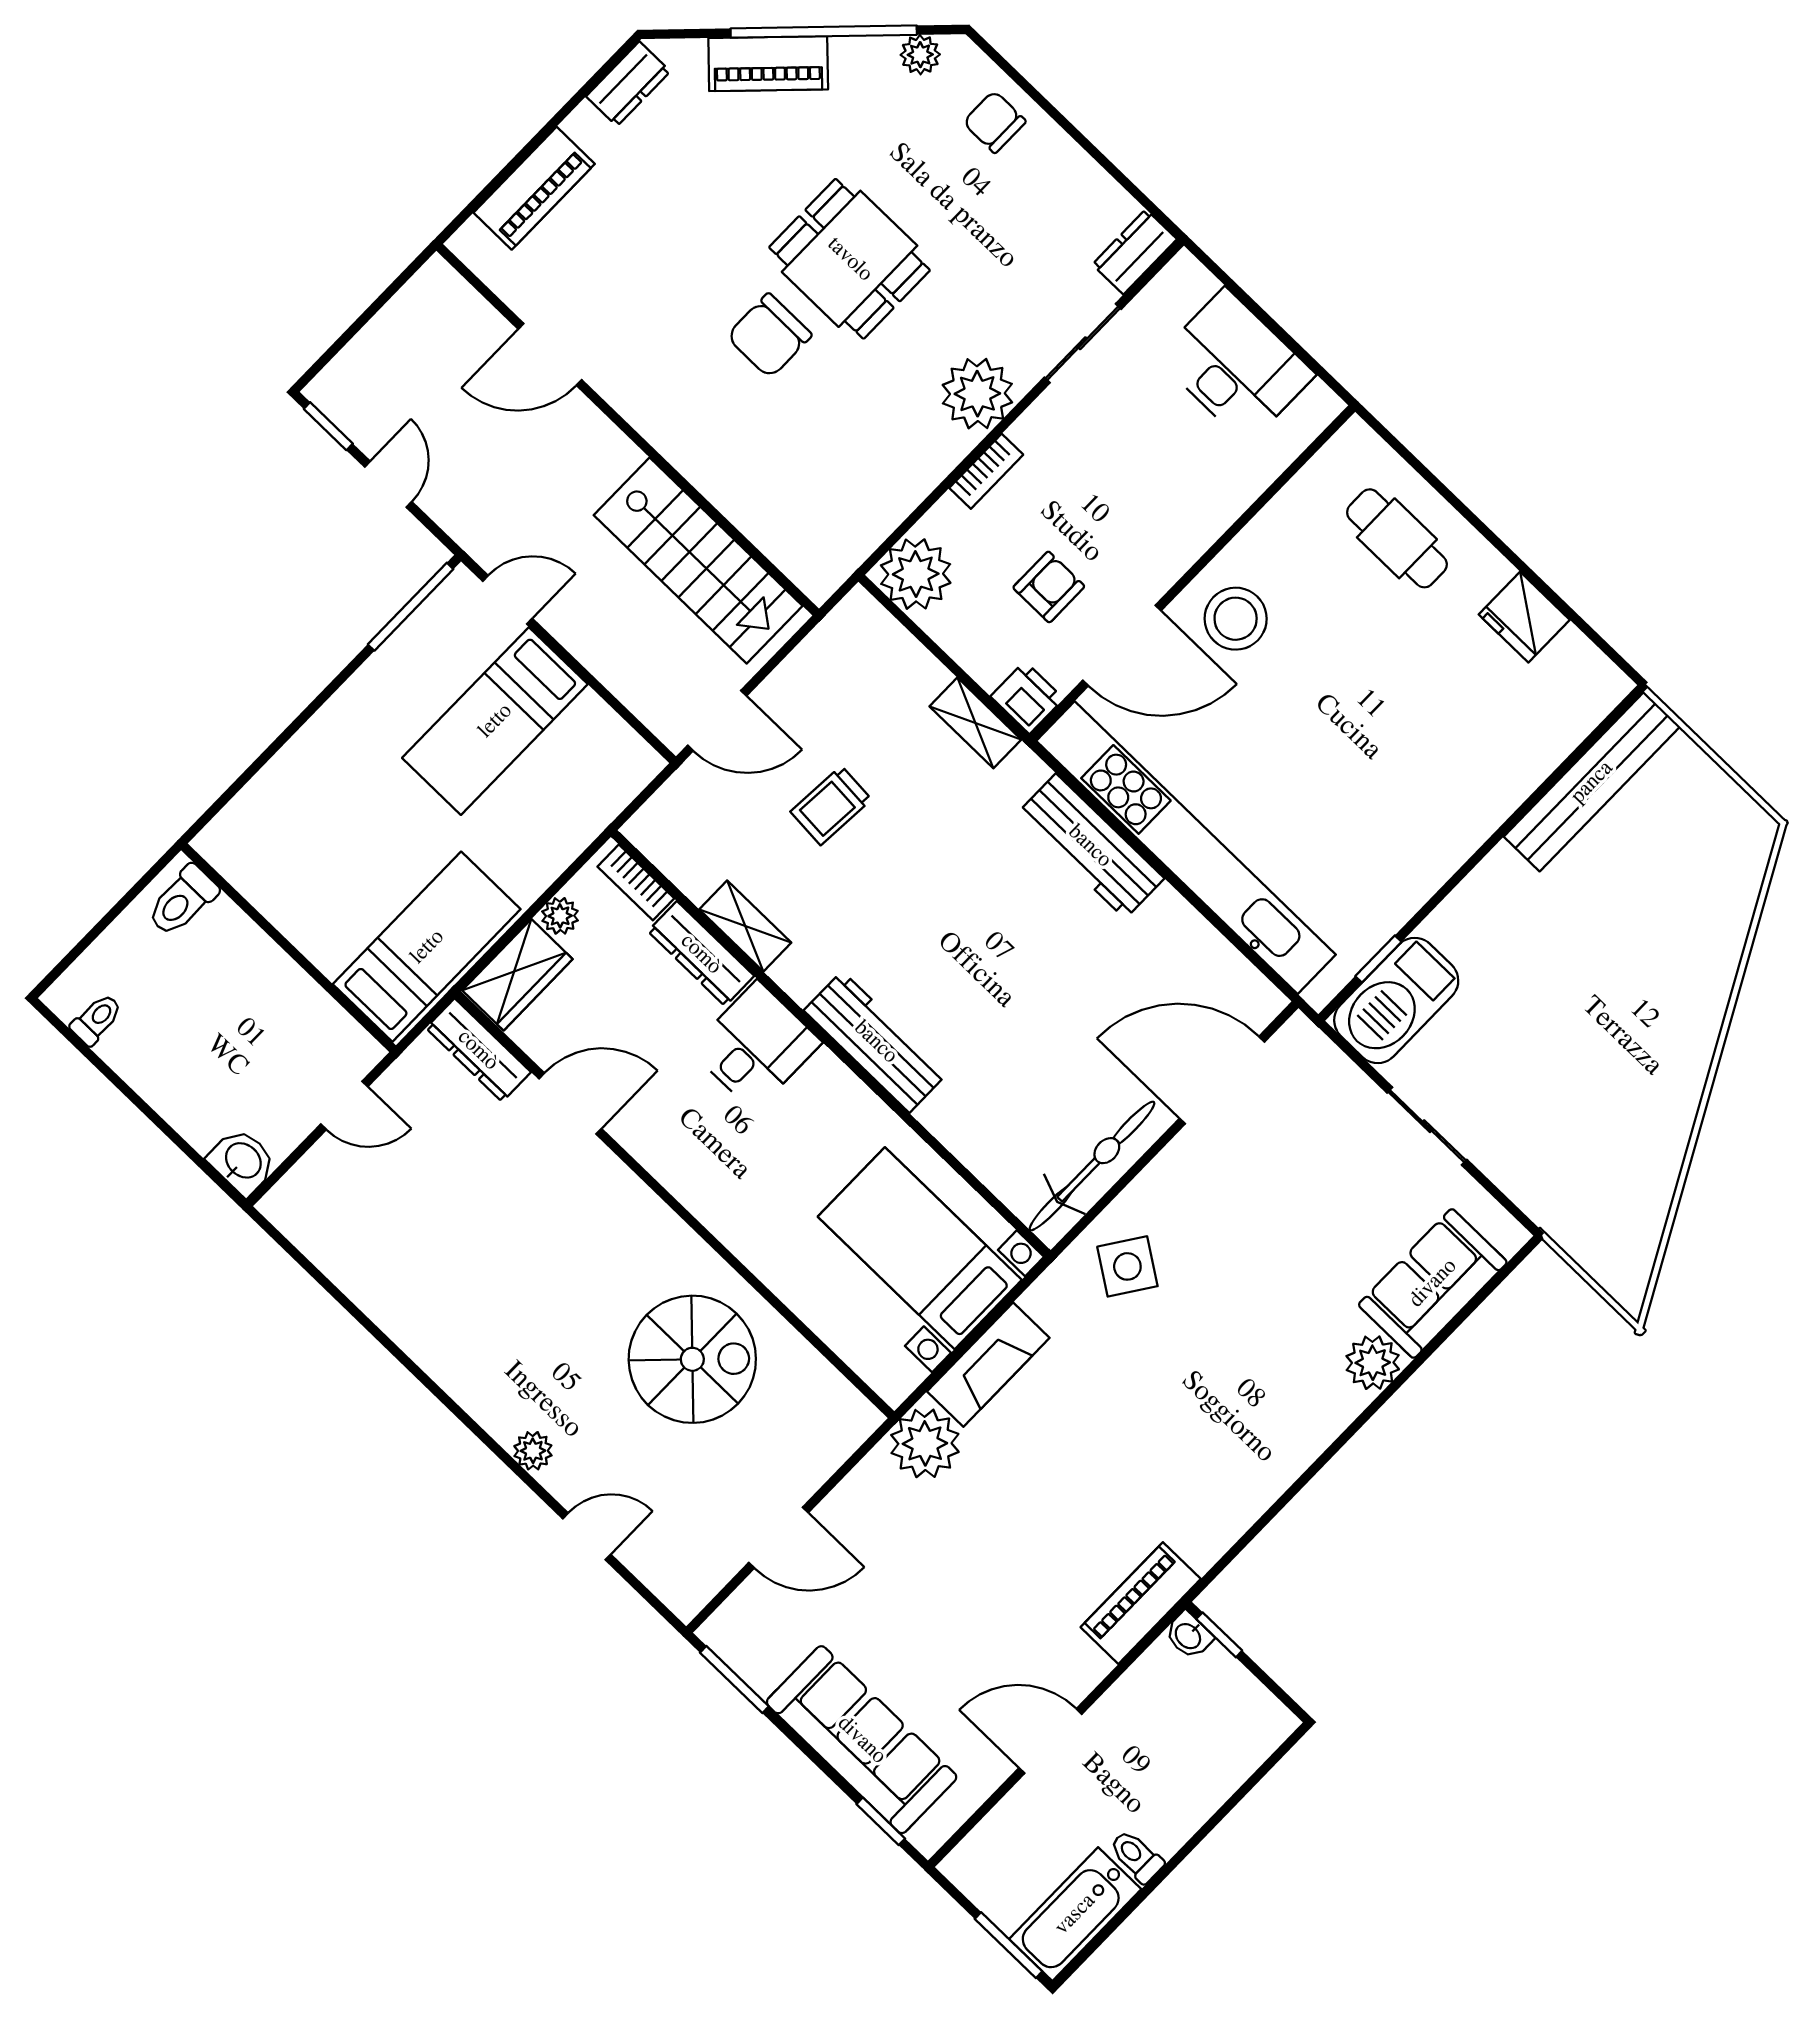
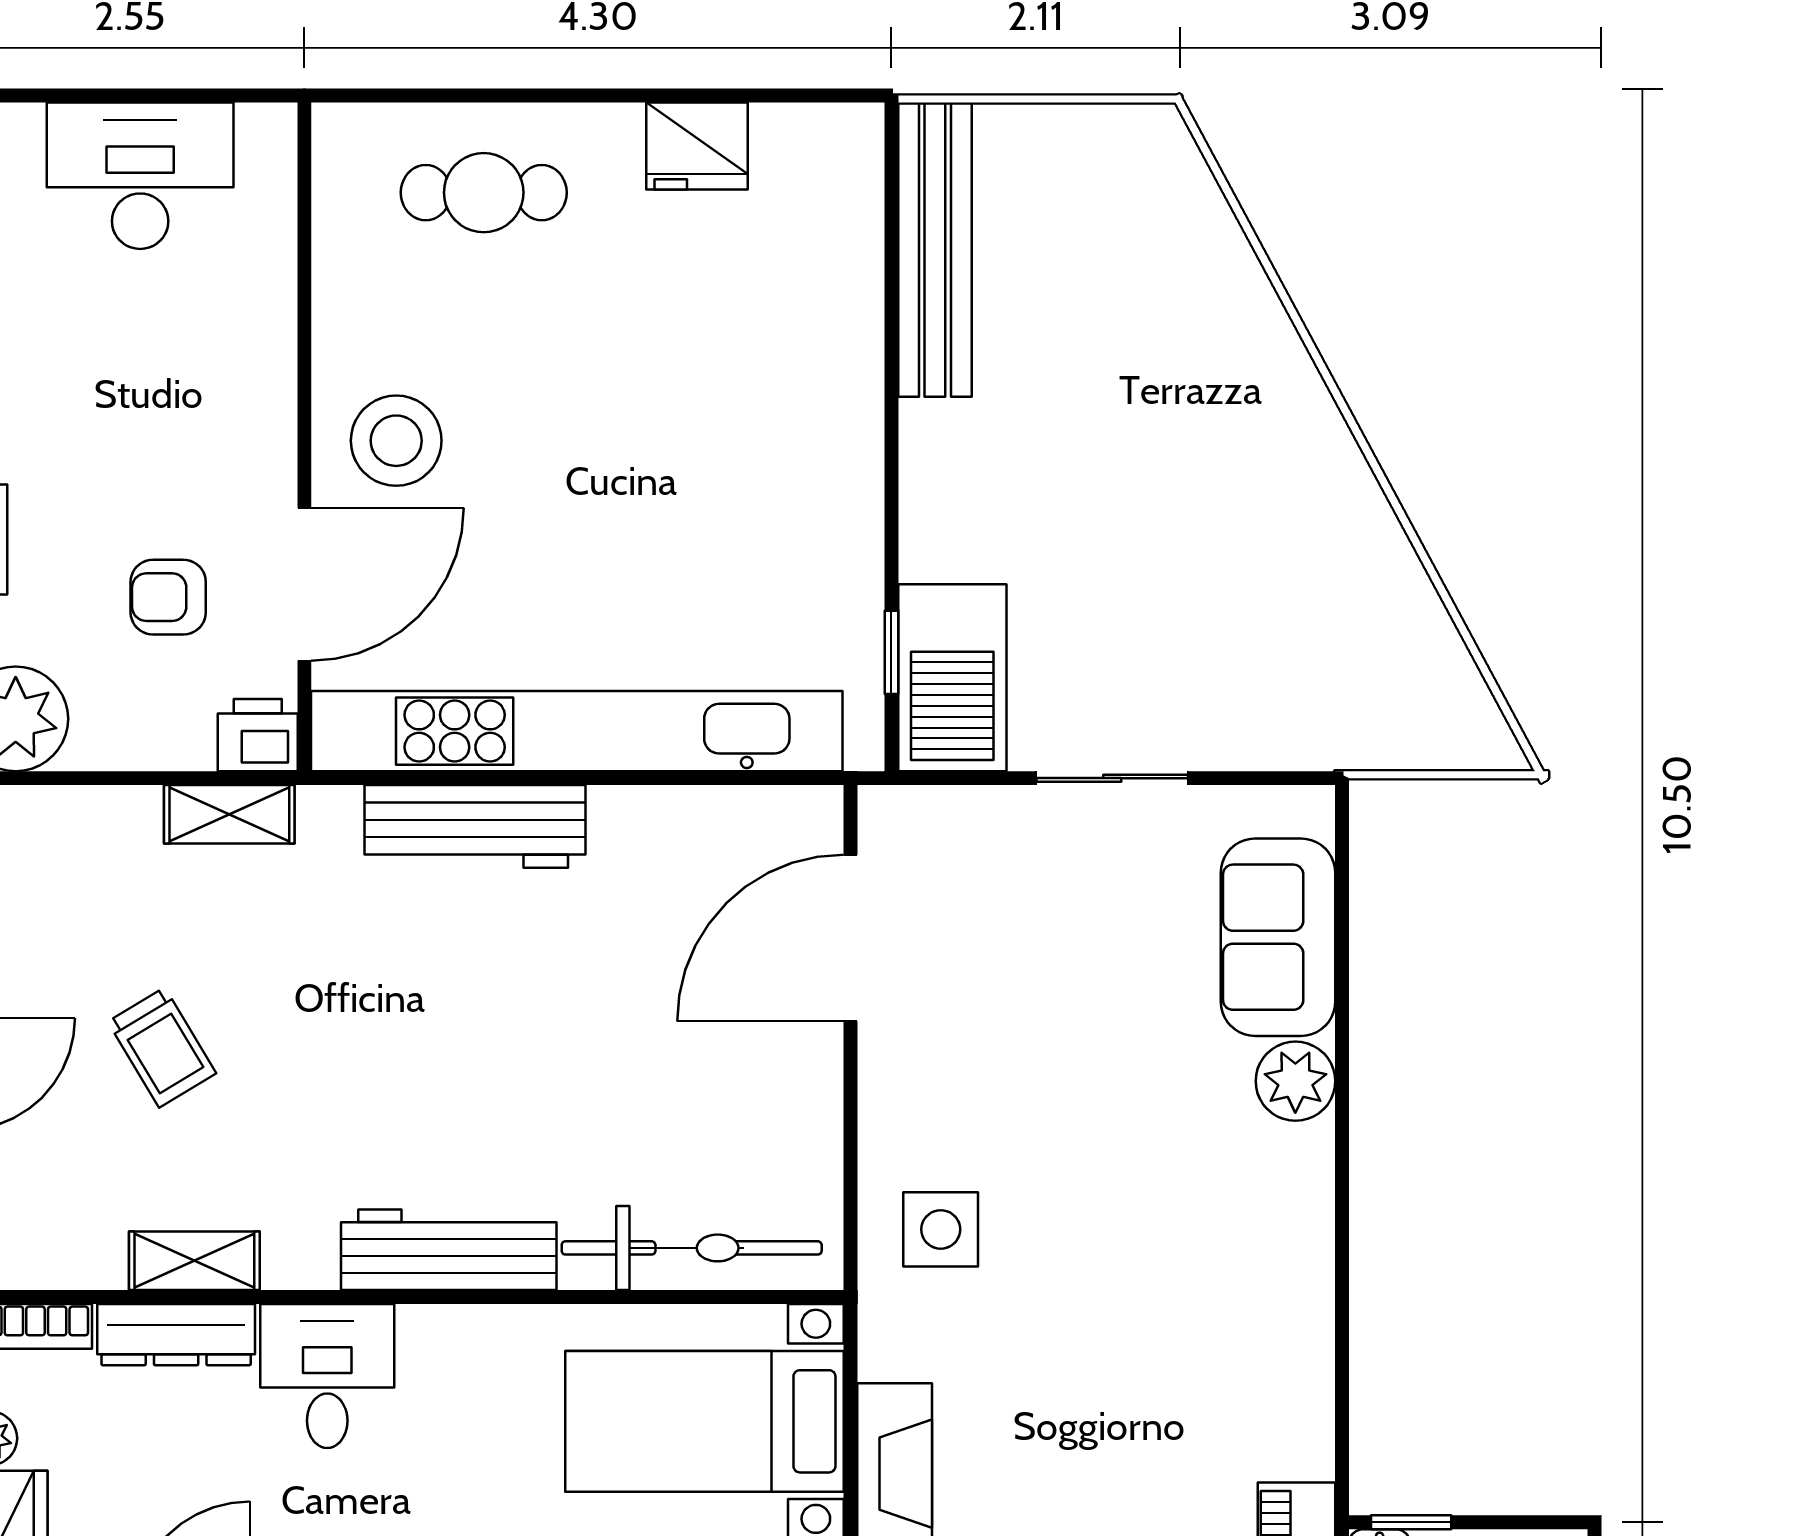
armchair: (1049, 587) -> (168, 597), turned -90
trolley: (831, 806) -> (162, 1047), turned -35
bicycle: (1092, 1166) -> (692, 1248), moved, turned 90
side table: (1127, 1266) -> (941, 1229), turned -34

